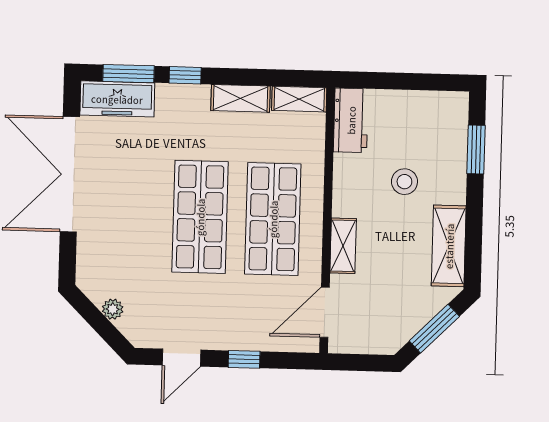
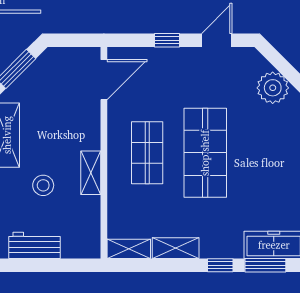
workbench: (351, 120) -> (34, 245), moved, turned 90
shop shelf: (273, 219) -> (147, 153), width x0.70, depth x0.74
shelving: (343, 246) -> (91, 173), moved
plant: (113, 309) -> (273, 88), width x1.88, depth x1.88

